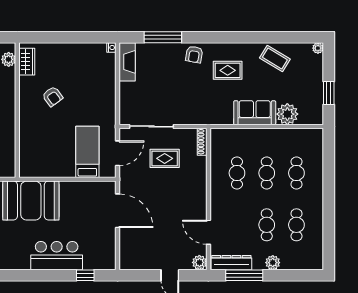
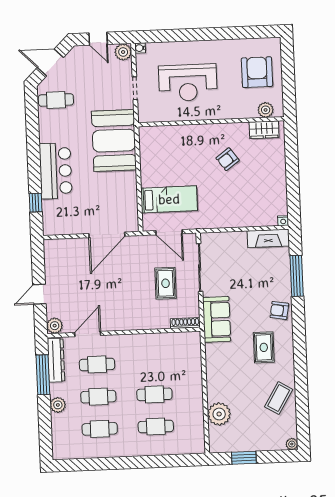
sofa: (255, 113) -> (217, 319), moved
cafe table: (237, 173) -> (97, 364), moved

